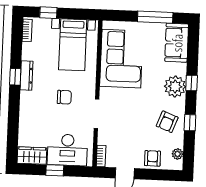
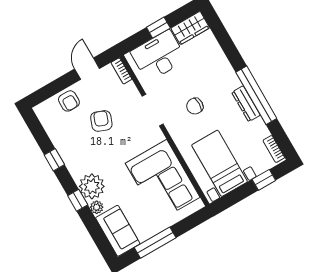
window: (15, 77) -> (256, 95), width x3.17
armchair: (167, 122) -> (101, 121), moved
plant: (178, 154) -> (97, 207), moved

